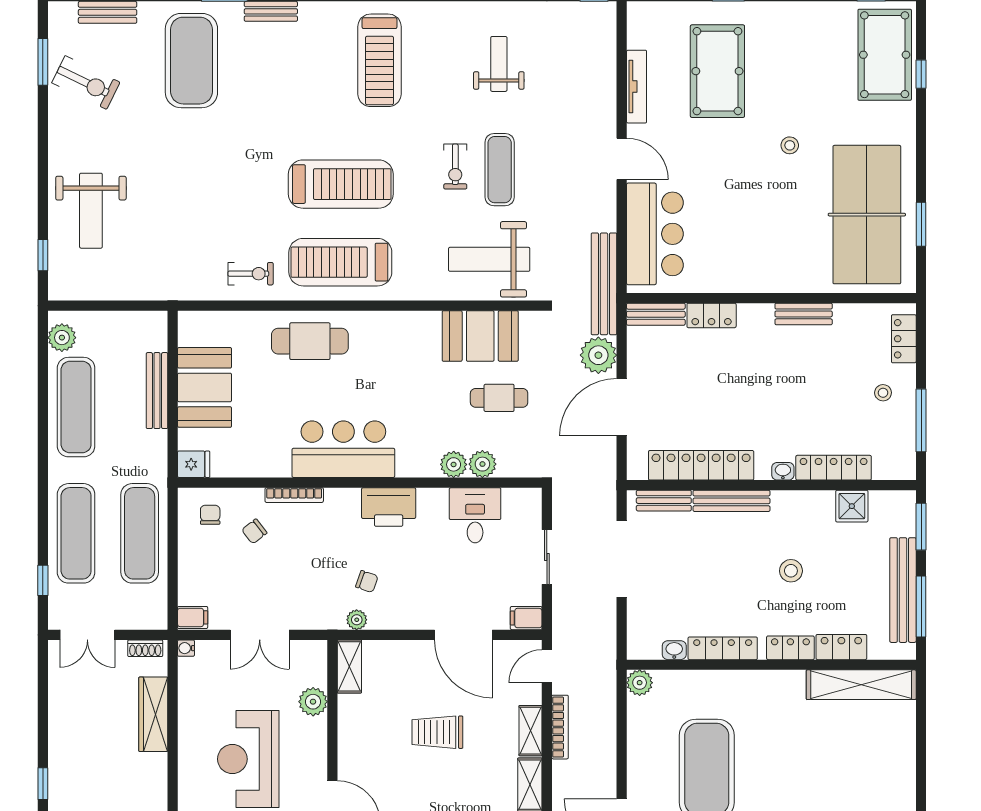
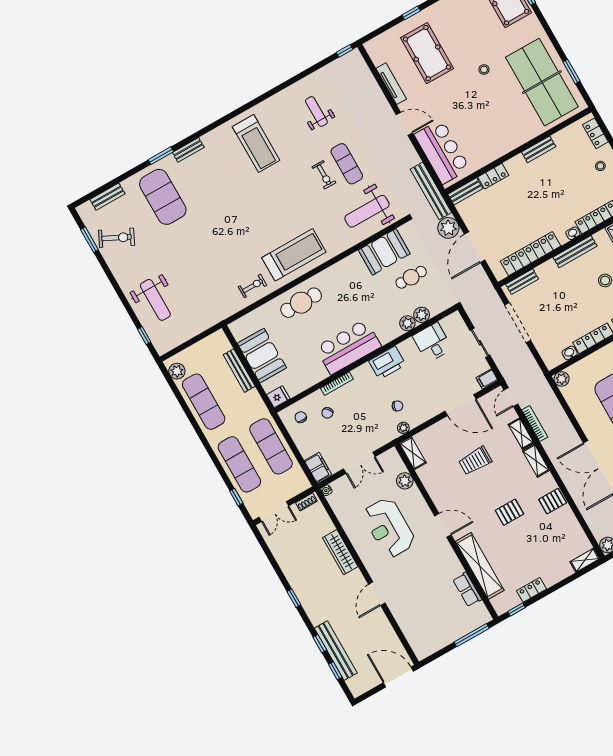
treadmill: (341, 184) -> (272, 216), removed
treadmill: (340, 262) -> (294, 255), turned 180
bench: (732, 501) -> (575, 252), moved
filing cabinet: (193, 617) -> (318, 468), width x2.00
wardrobe: (153, 714) -> (340, 552), moved

